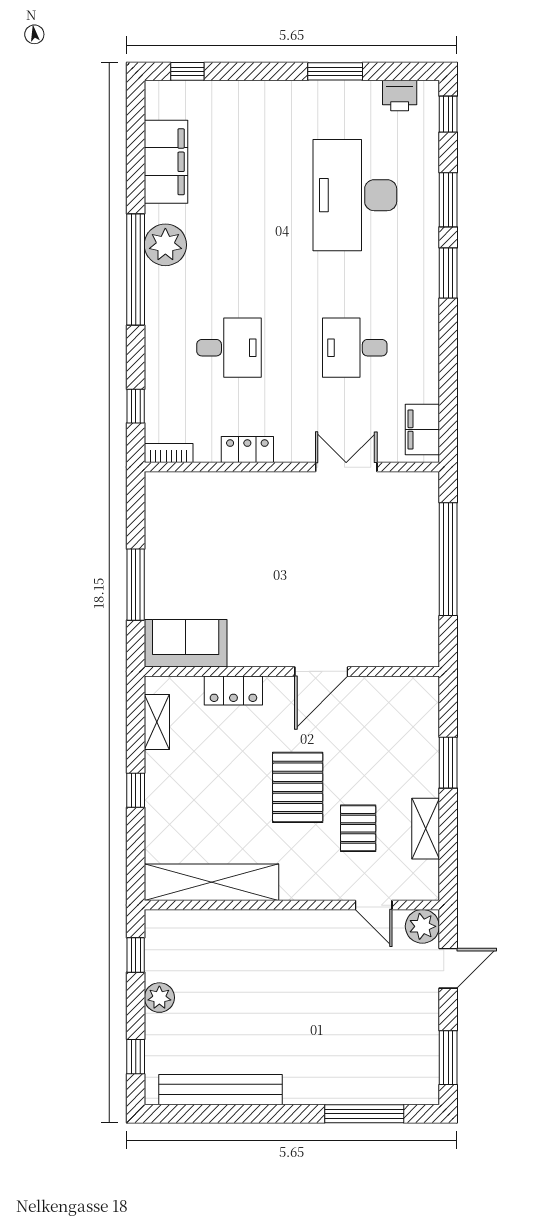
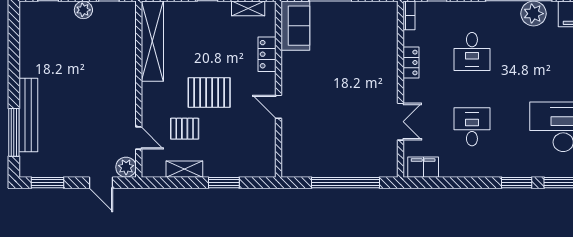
door: (321, 671) -> (278, 107), width x0.73
door: (374, 905) -> (139, 138), swing flipped
bench: (220, 1090) -> (28, 115), moved

